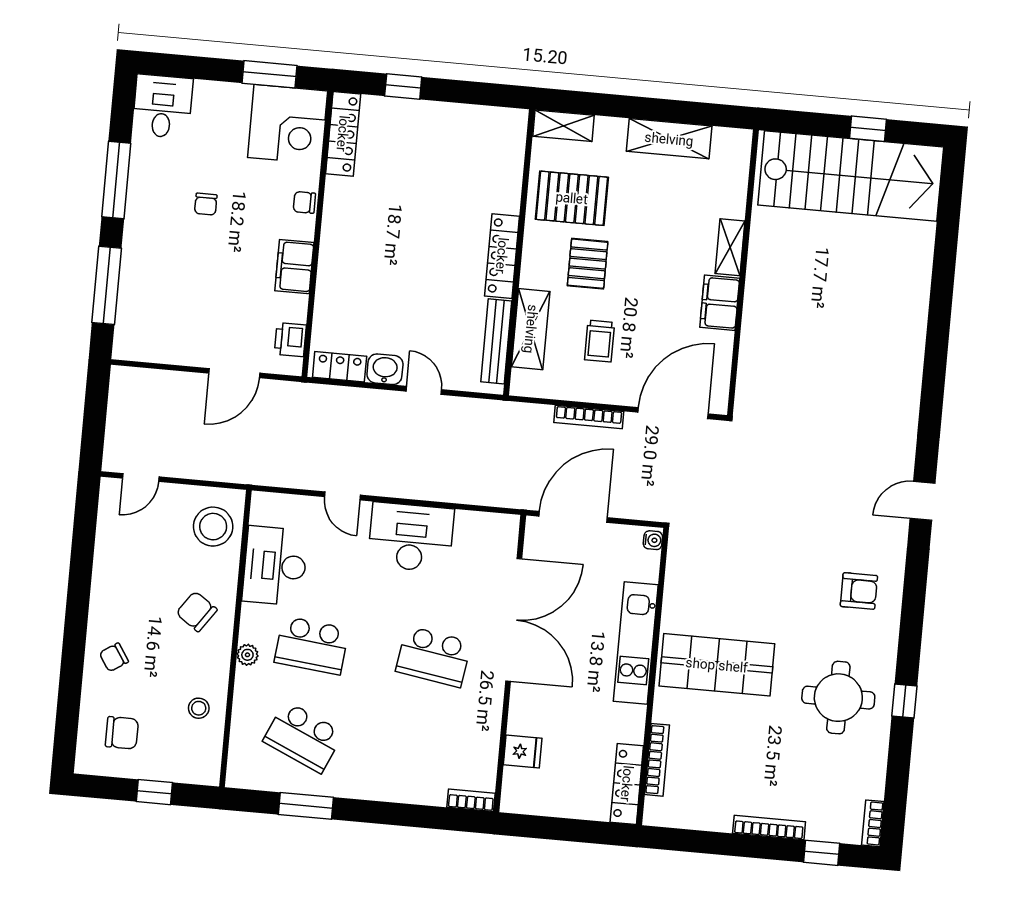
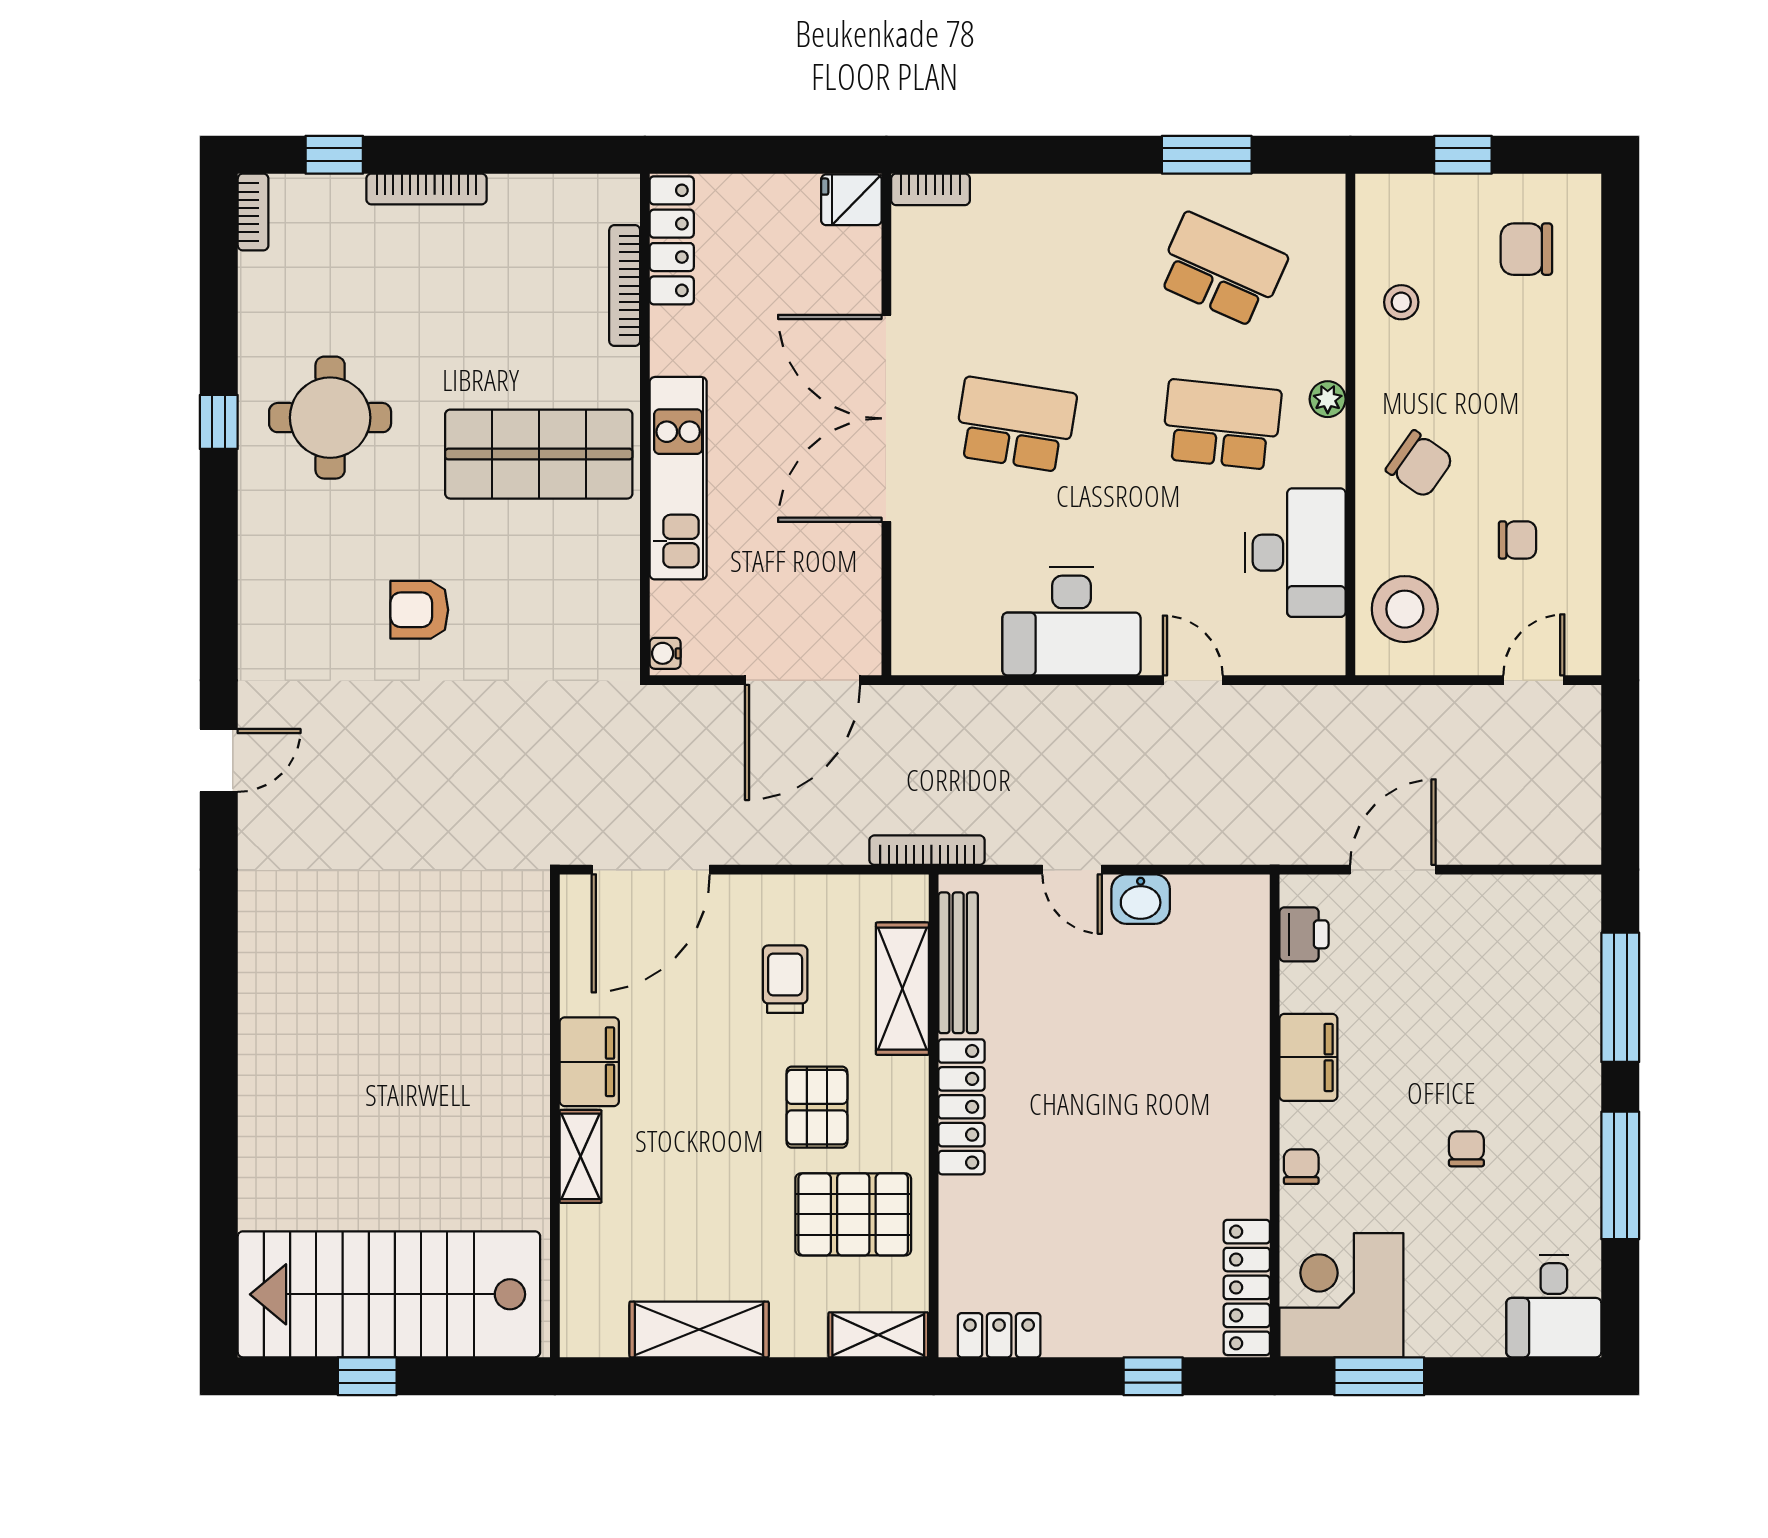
chair: (304, 202) -> (1301, 1167), turned -90
locker: (340, 367) -> (999, 1335), moved, turned 180
bookcase: (589, 417) -> (927, 850), moved
armchair: (859, 591) -> (419, 610), moved
double door: (514, 620) -> (886, 418), moved
chair: (114, 657) -> (1517, 540), moved, turned 33
fridge: (523, 752) -> (851, 200), moved

